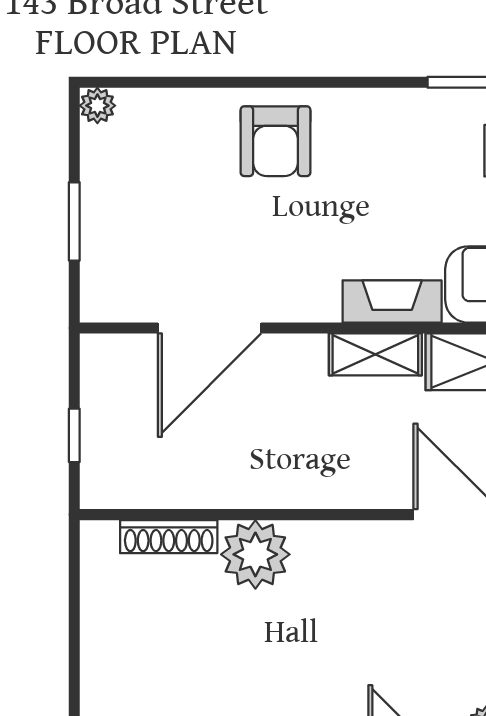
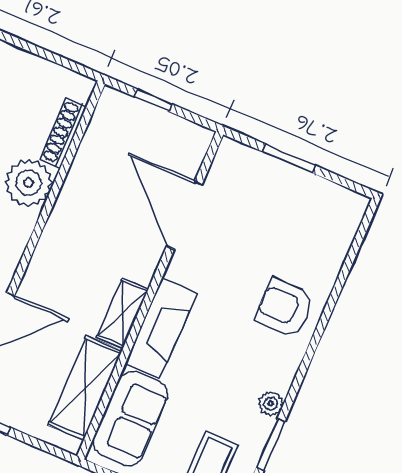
plant: (97, 106) -> (271, 404), moved
fireplace: (392, 301) -> (161, 328), width x1.37, depth x1.32

